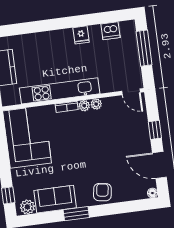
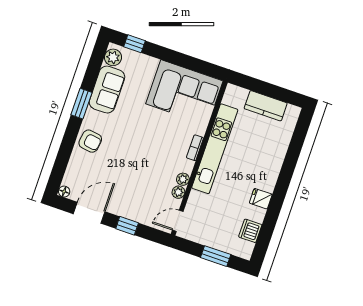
window: (144, 48) -> (216, 256), width x0.69
plant: (84, 106) -> (178, 192), moved

